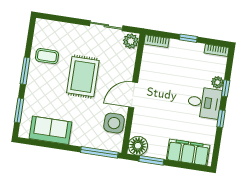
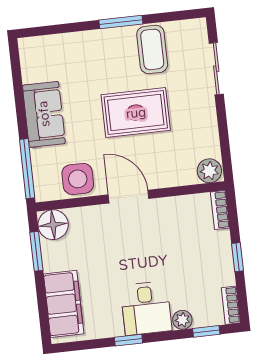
sliding door: (106, 26) -> (216, 69), moved
coffee table: (47, 56) -> (152, 49), width x1.36, depth x1.30
window: (226, 88) -> (206, 331), moved
window: (19, 110) -> (58, 29), removed
sofa: (50, 130) -> (44, 114), moved

